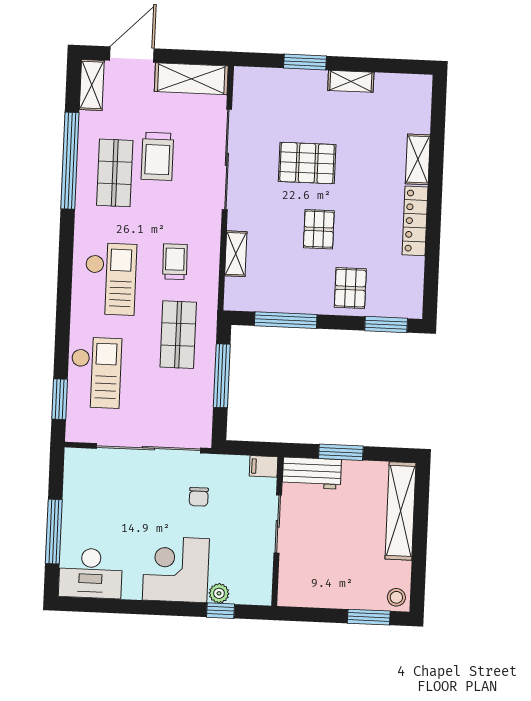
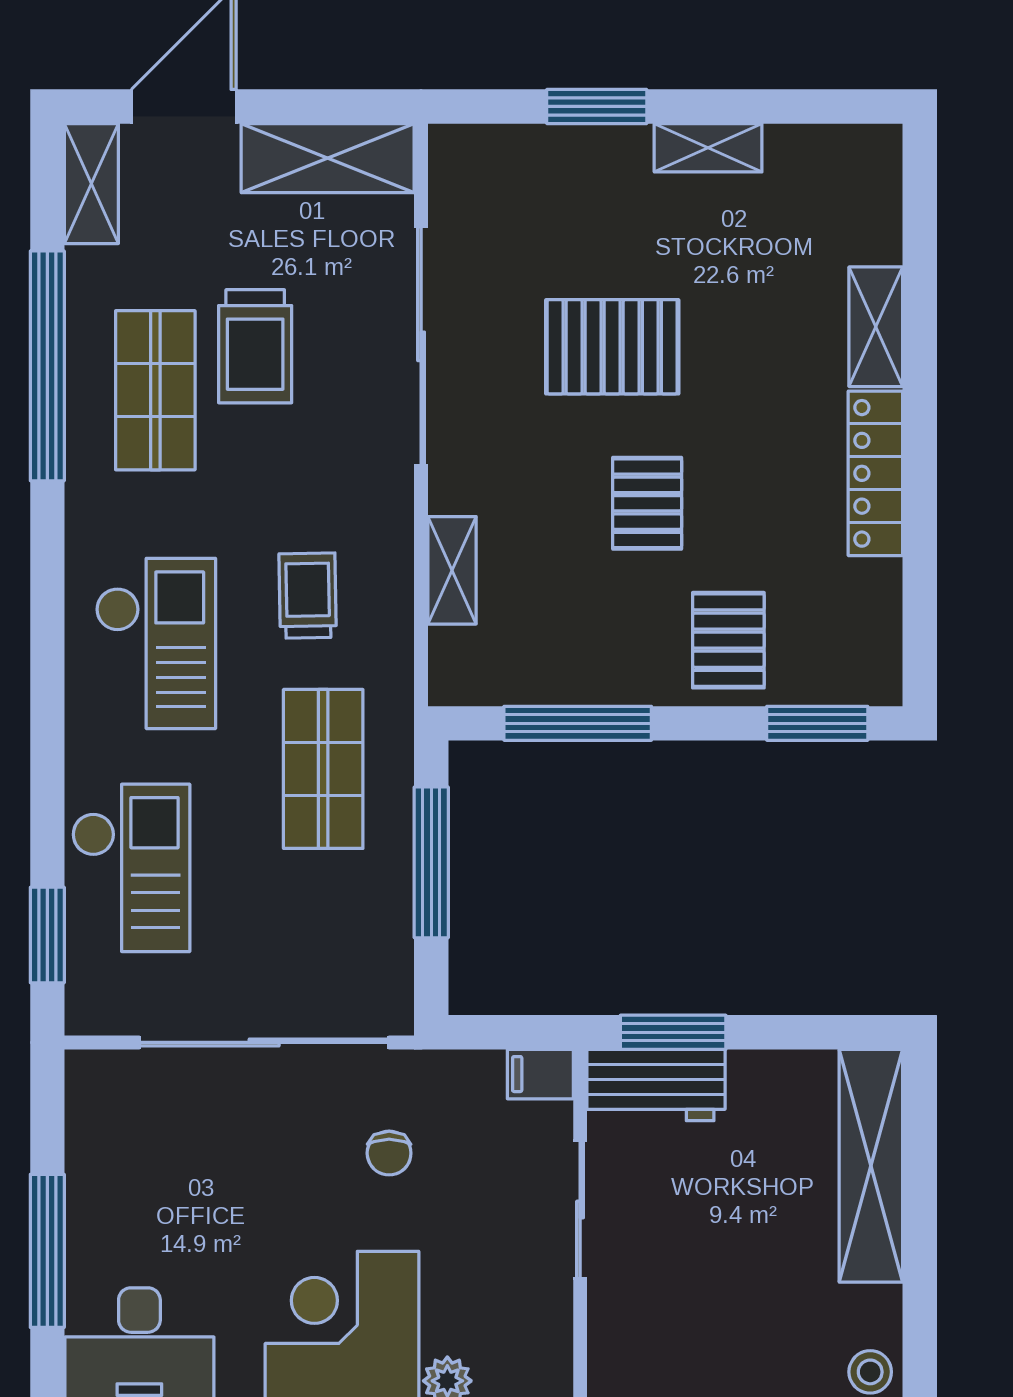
window: (341, 452) -> (673, 1032), moved

